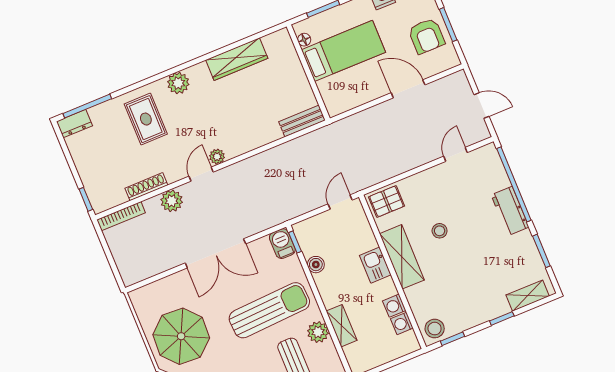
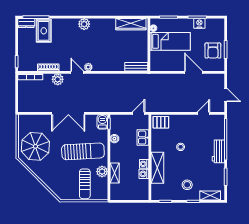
wardrobe: (237, 59) -> (131, 24), moved
rug: (146, 119) -> (44, 31), moved
door: (201, 174) -> (77, 72), hinge flipped
shelving: (402, 257) -> (157, 168), moved
kitchen sink: (375, 265) -> (143, 138), moved
washing machine: (402, 323) -> (144, 164), moved
stool: (435, 329) -> (187, 185), moved

